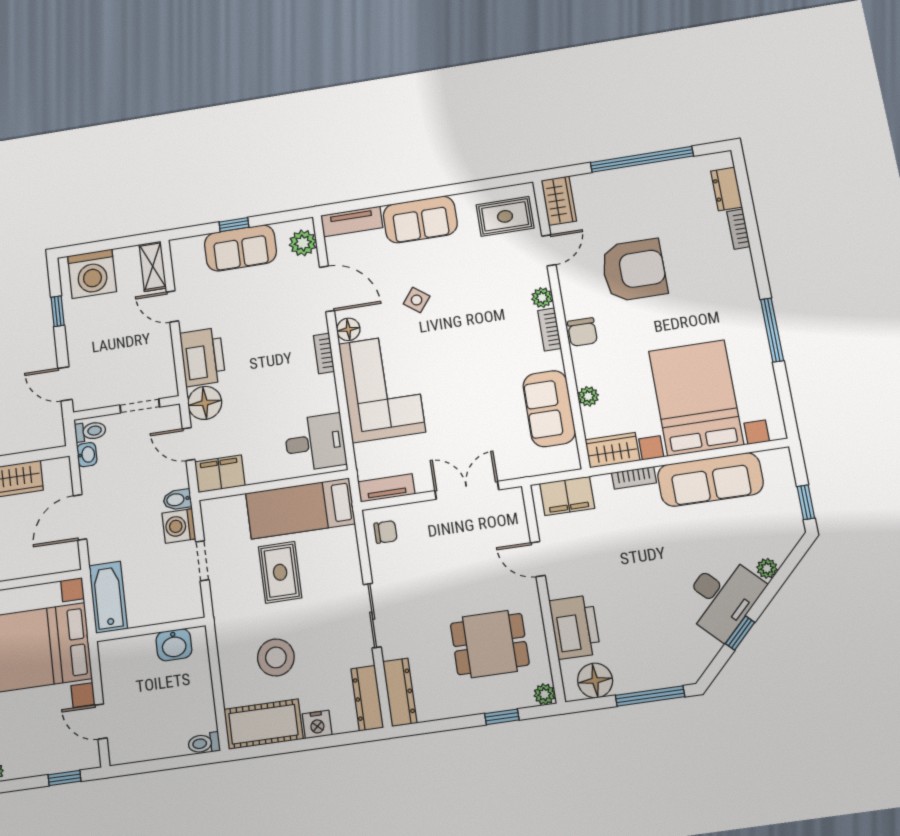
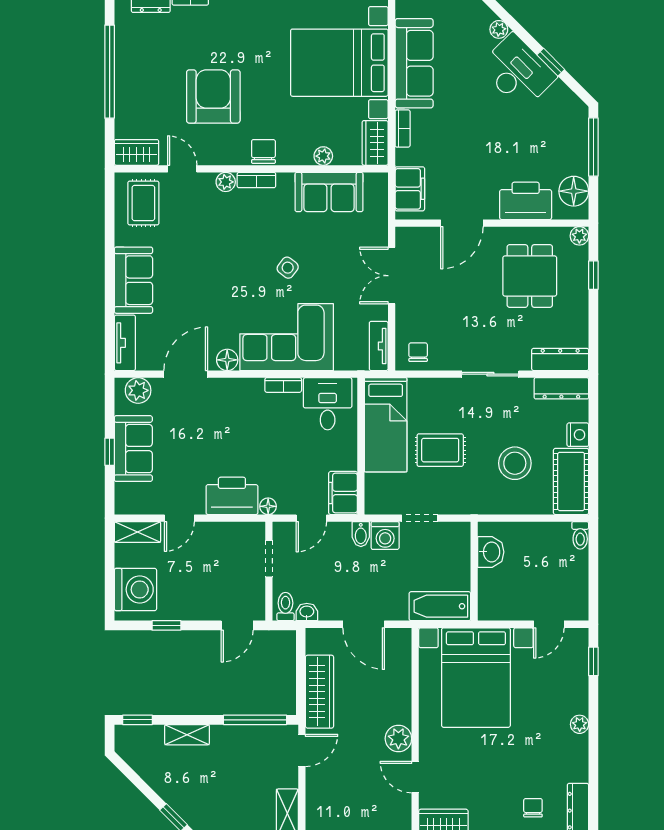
side table: (417, 300) -> (288, 268), moved
chair: (582, 332) -> (263, 151), turned -90
bookcase: (324, 353) -> (283, 385), moved
floor lamp: (205, 403) -> (268, 506), width x0.53, depth x0.53
door: (538, 559) -> (462, 223), width x1.38

